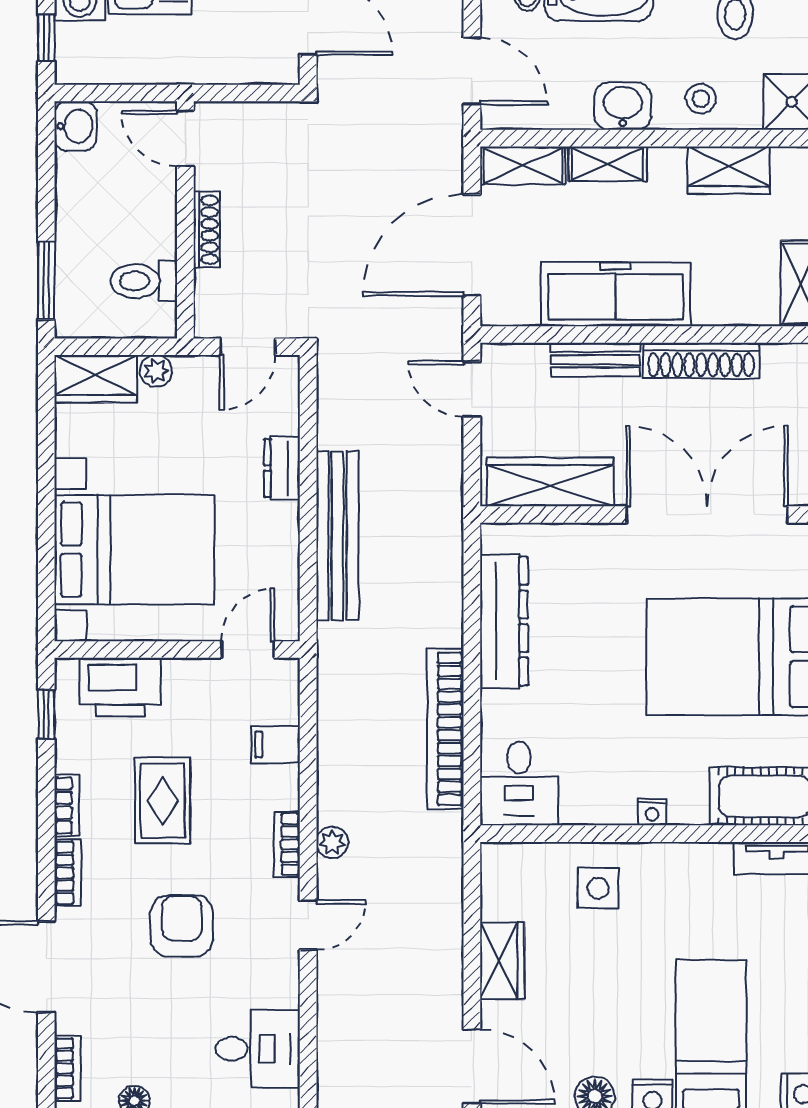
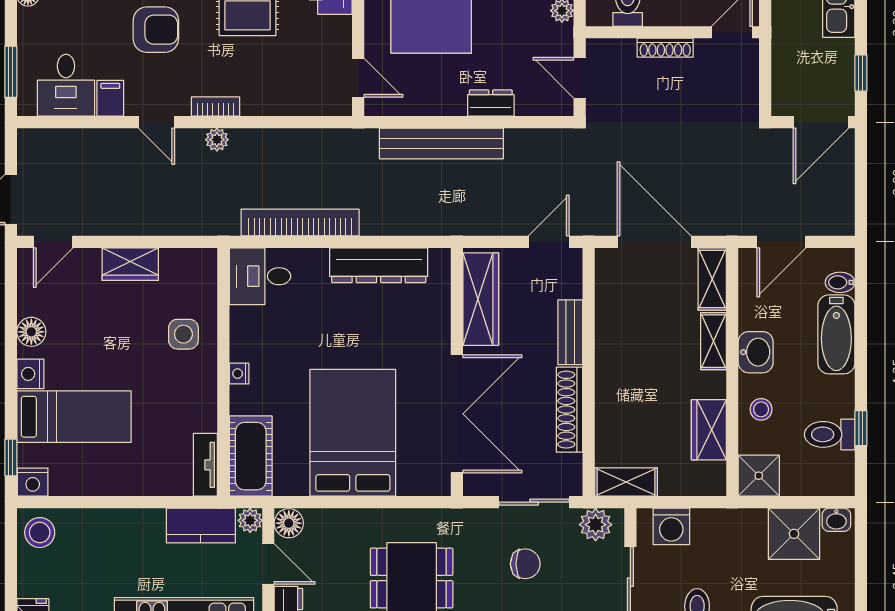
freezer: (616, 294) -> (618, 347), removed
filing cabinet: (276, 744) -> (110, 98), moved
door: (472, 1066) -> (53, 242), width x0.73

